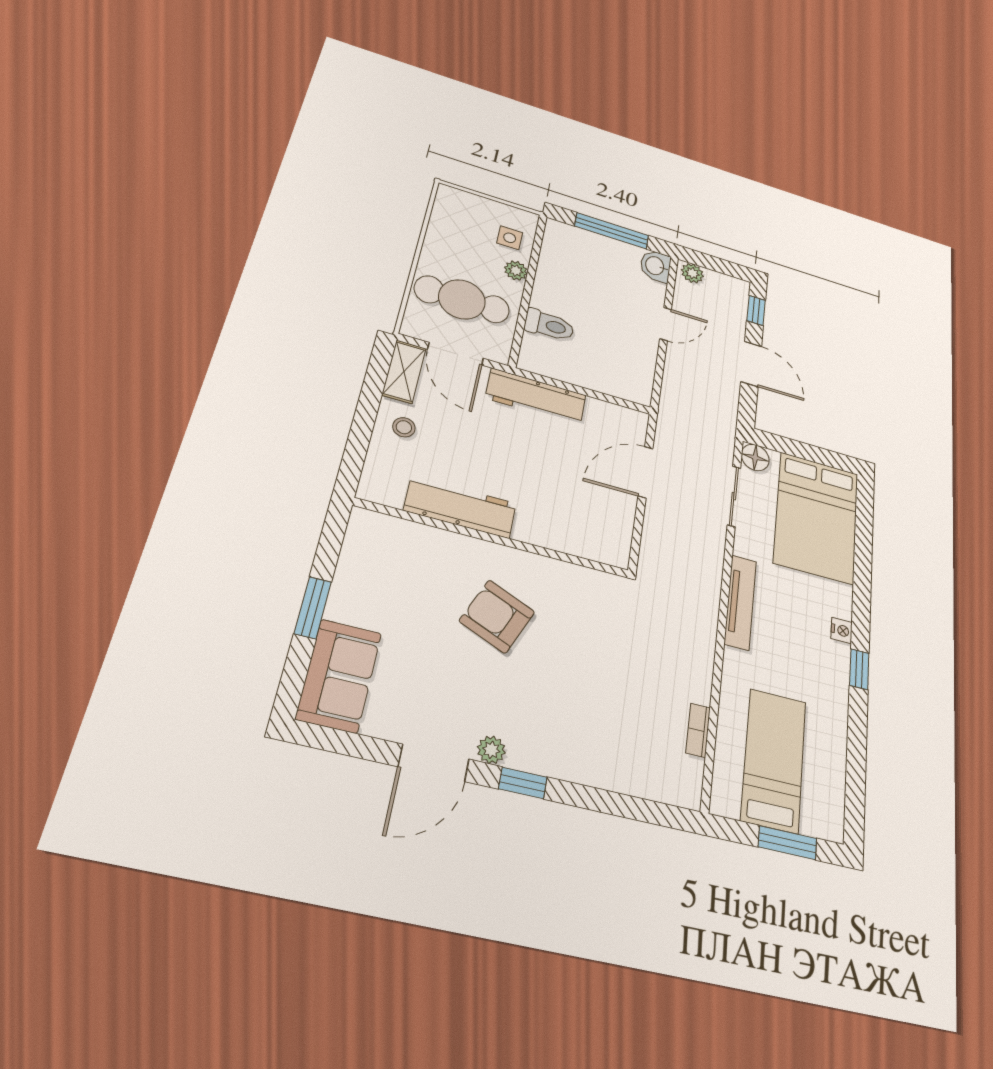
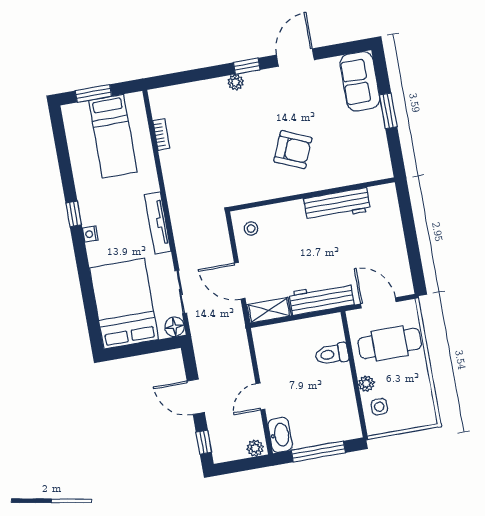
washbasin: (655, 266) -> (280, 435), width x1.38
shelving: (404, 372) -> (269, 310), moved, turned 90
stool: (404, 427) -> (251, 229), moved
door: (645, 472) -> (240, 281), swing flipped
plant: (491, 750) -> (236, 82), moved

